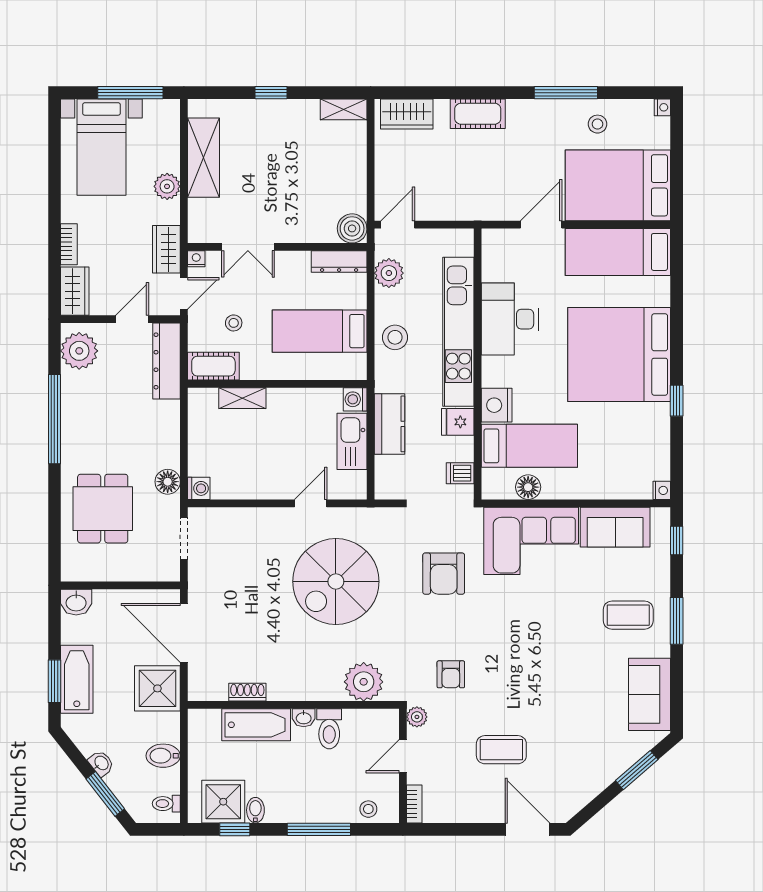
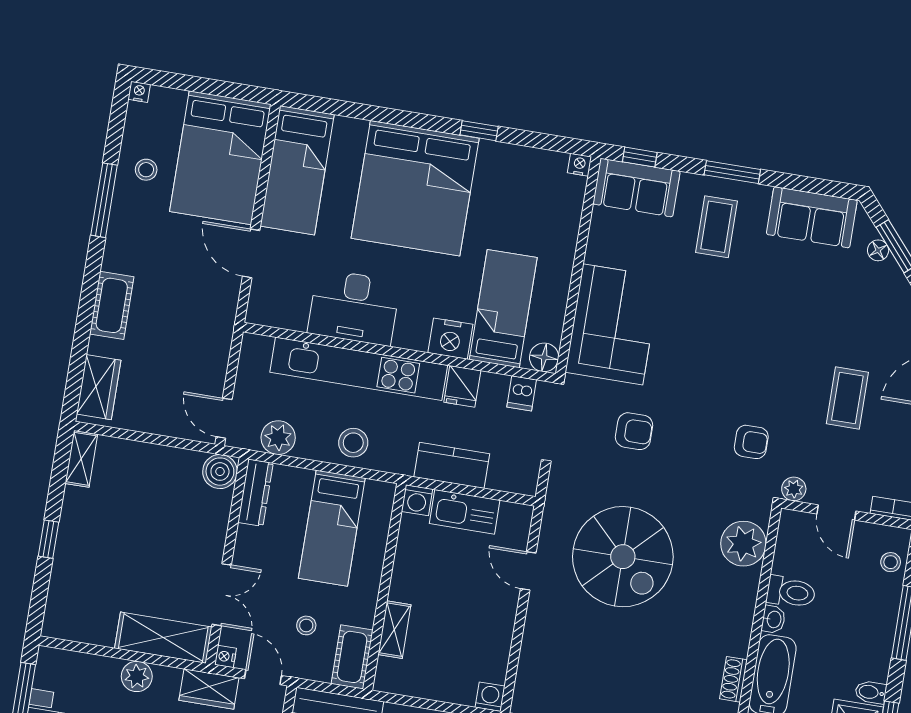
shelving: (204, 158) -> (163, 638), moved
floor lamp: (528, 487) -> (544, 357), moved
sofa: (615, 527) -> (636, 188), moved, turned 90
armchair: (444, 574) -> (634, 431), width x0.72, depth x0.72
floor lamp: (631, 755) -> (878, 250), added

